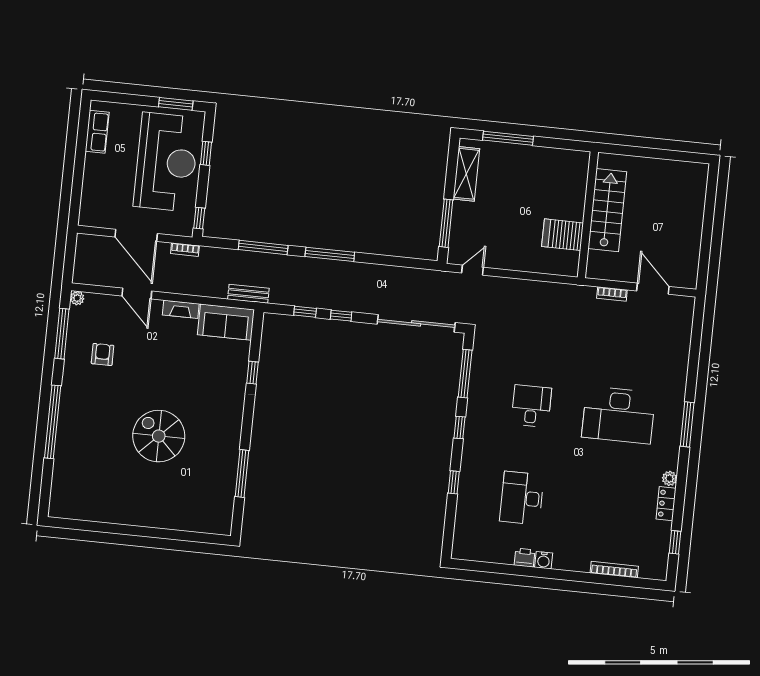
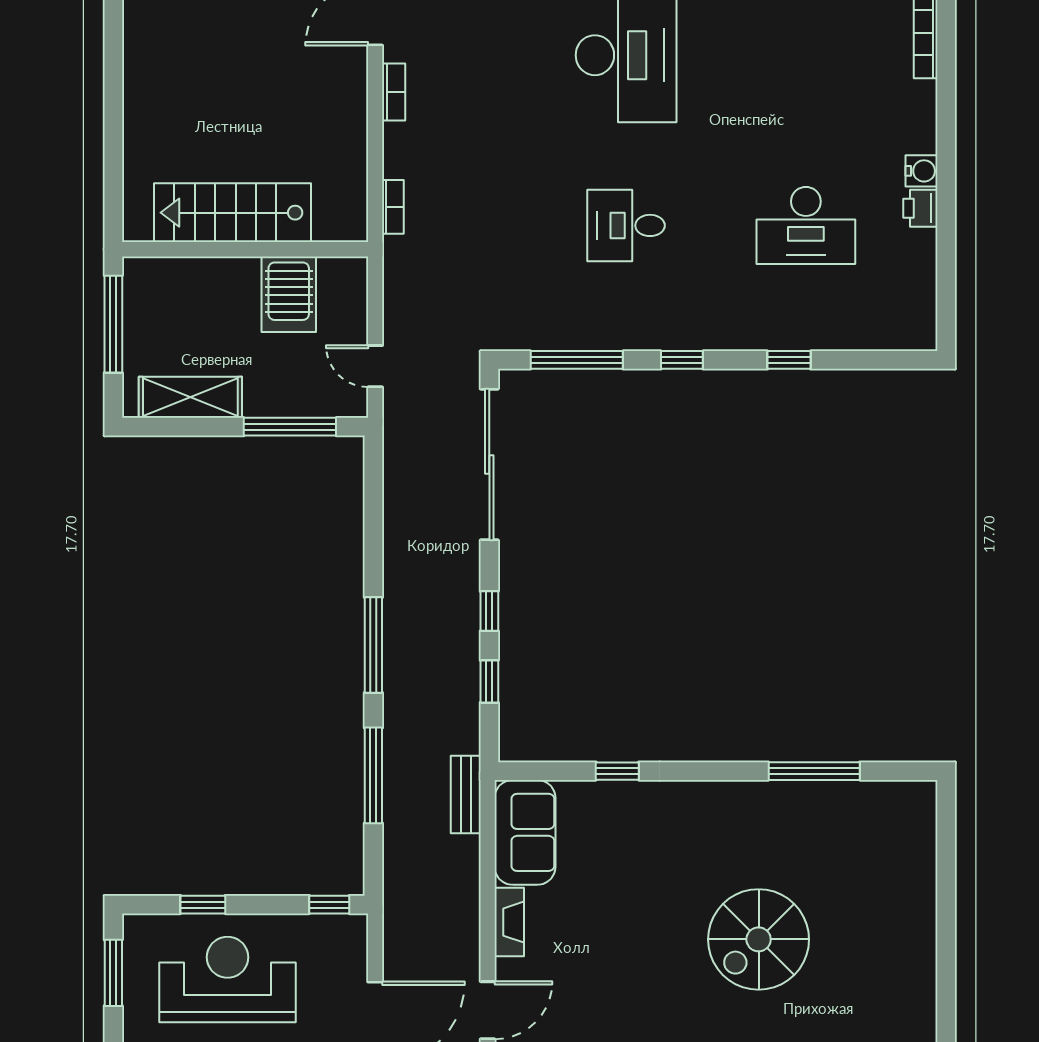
reception desk: (166, 162) -> (227, 980), width x0.74, depth x0.77
stairs: (607, 210) -> (232, 213), moved
wall: (588, 215) -> (245, 249), moved
server rack: (563, 235) -> (289, 294), moved
bookcase: (185, 250) -> (393, 207), moved

